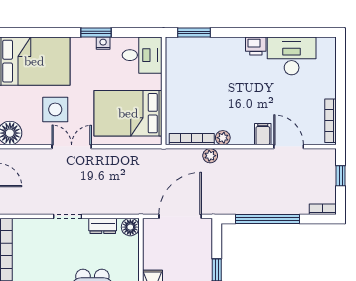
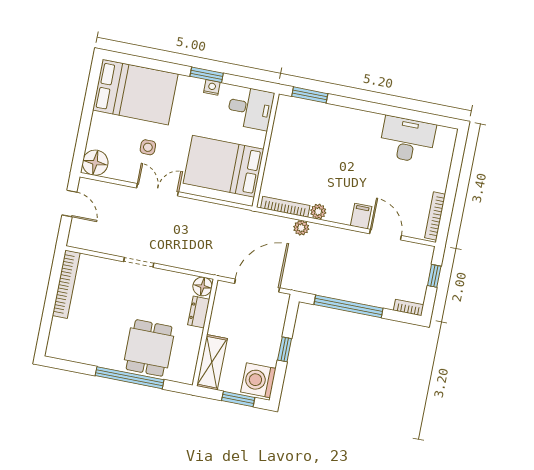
printer: (256, 46) -> (372, 122), removed
side table: (55, 109) -> (148, 147), width x0.54, depth x0.54
dresser: (103, 226) -> (199, 312), moved, turned 90

